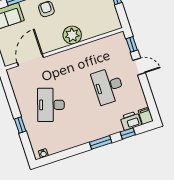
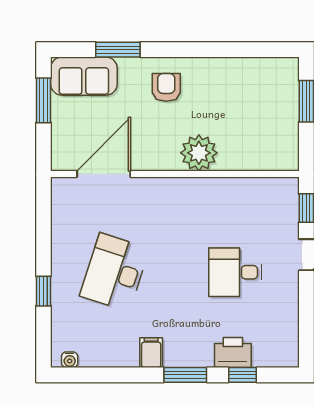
desk: (108, 86) -> (235, 272), width x0.73
filing cabinet: (146, 116) -> (151, 353), moved
printer: (131, 121) -> (233, 353), moved

